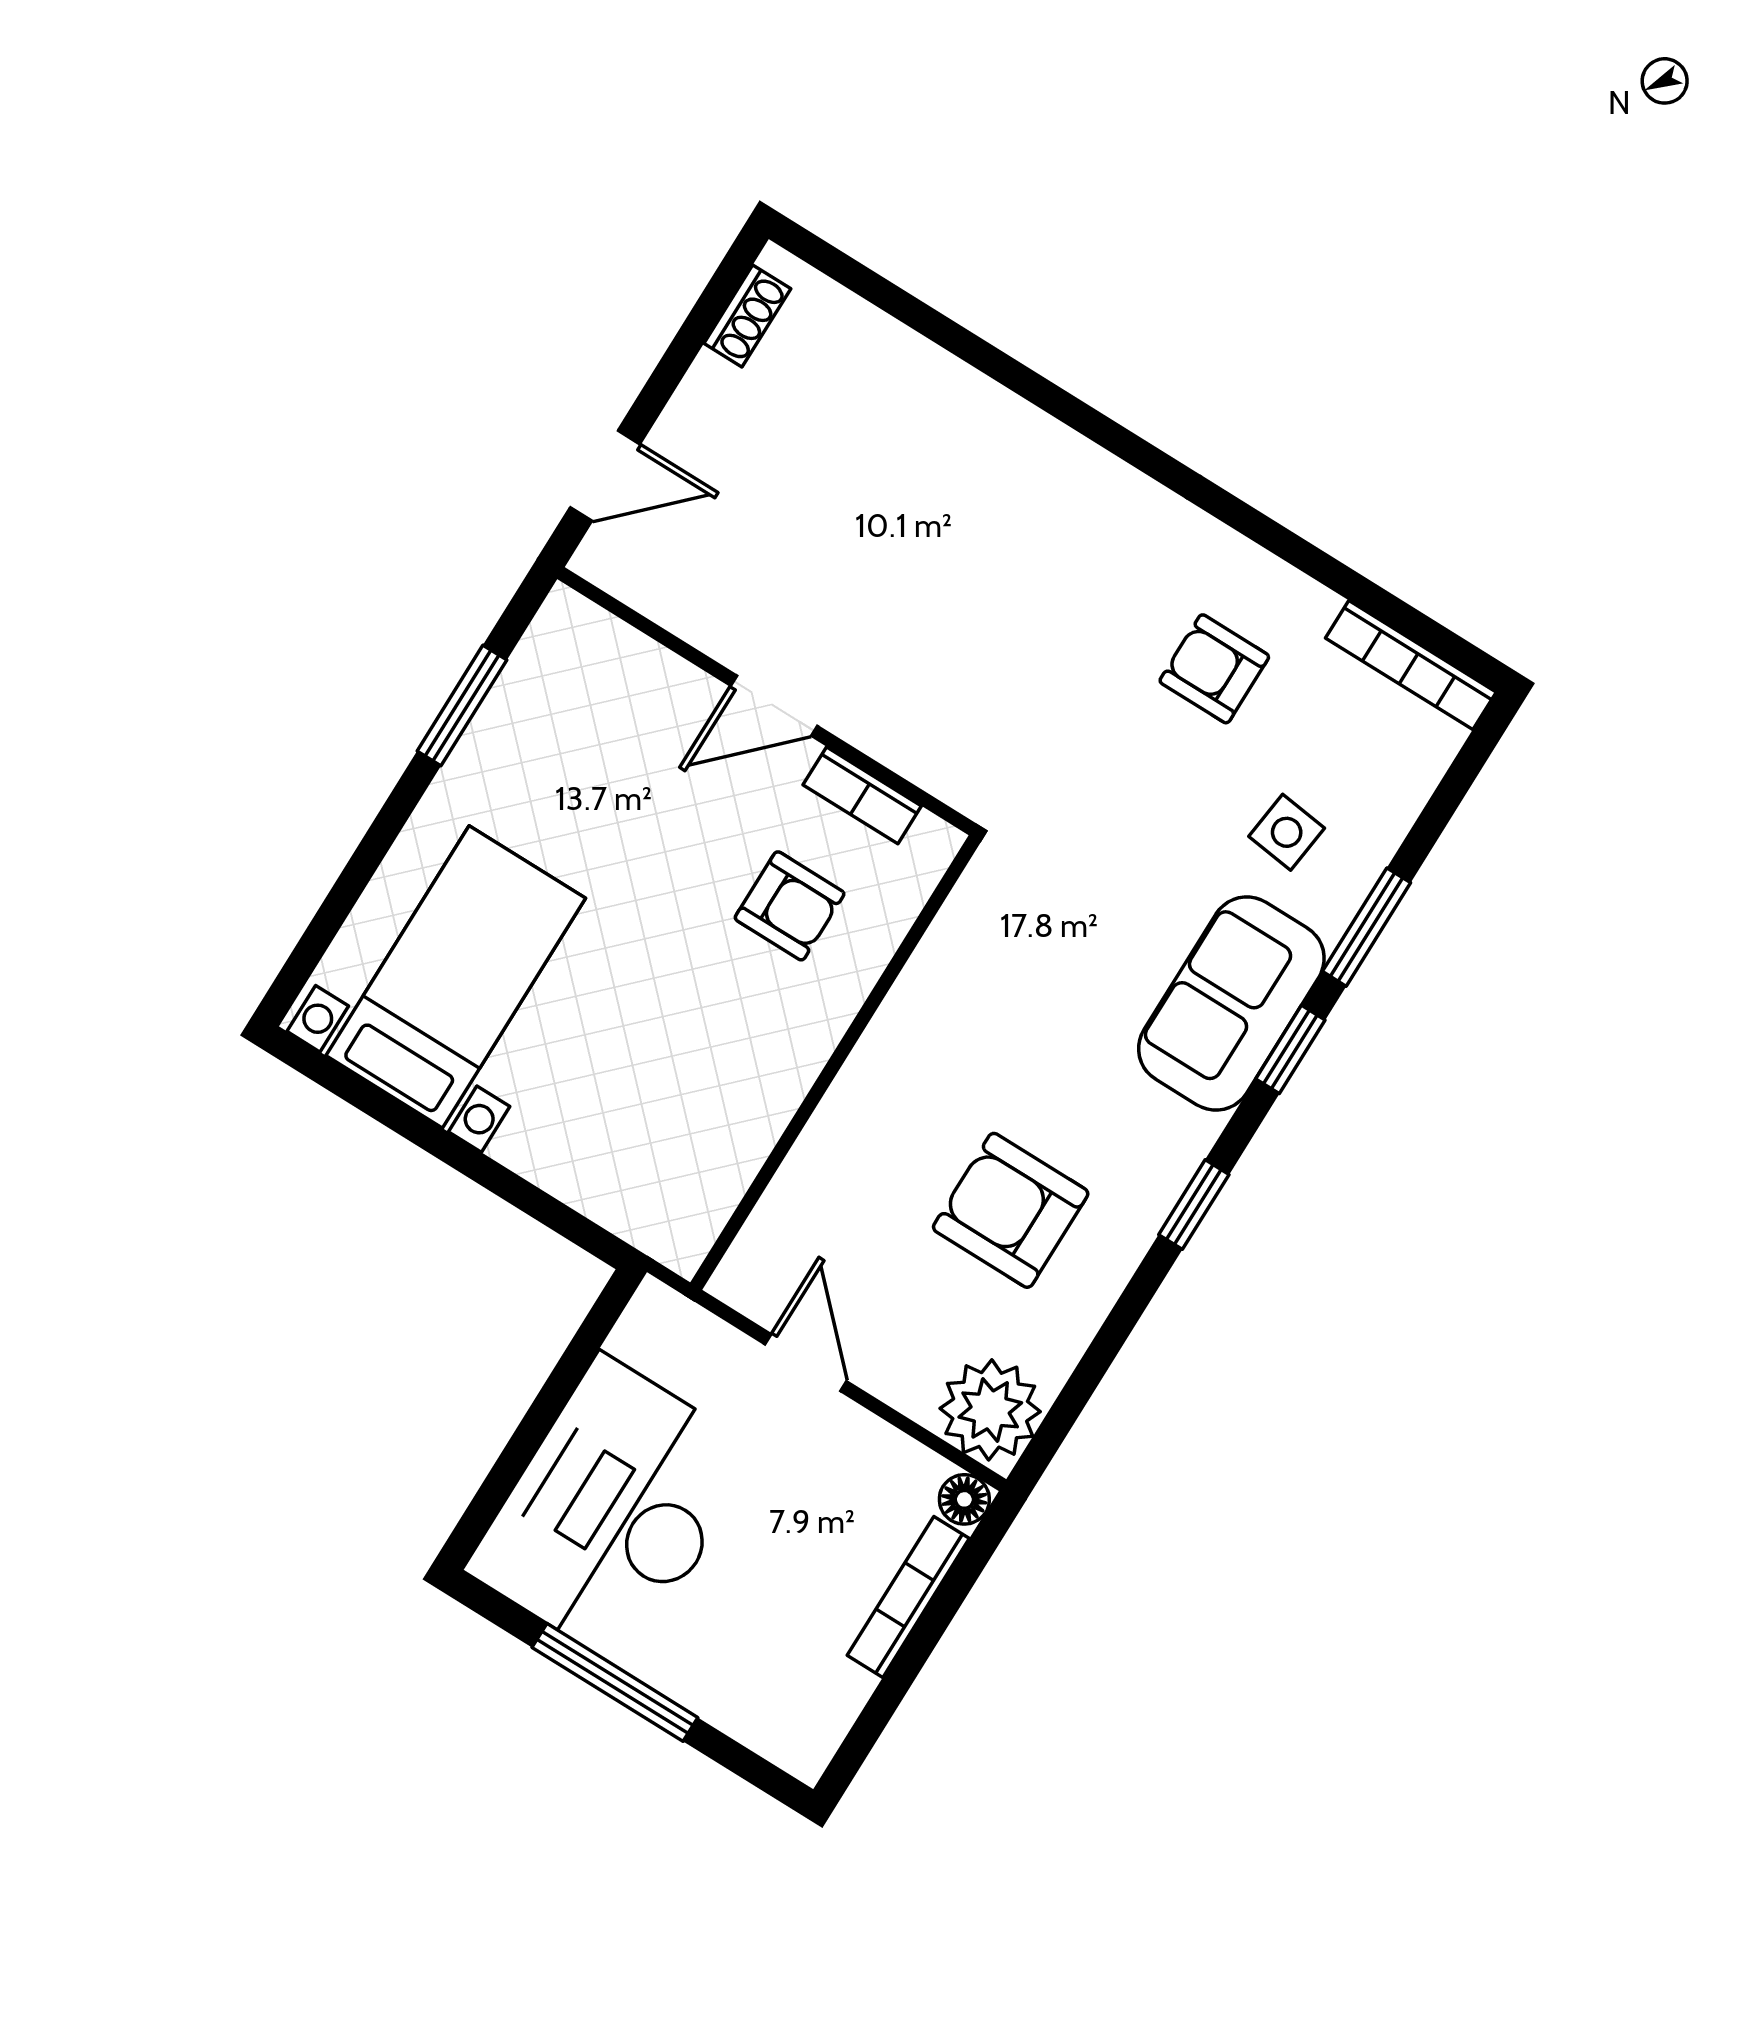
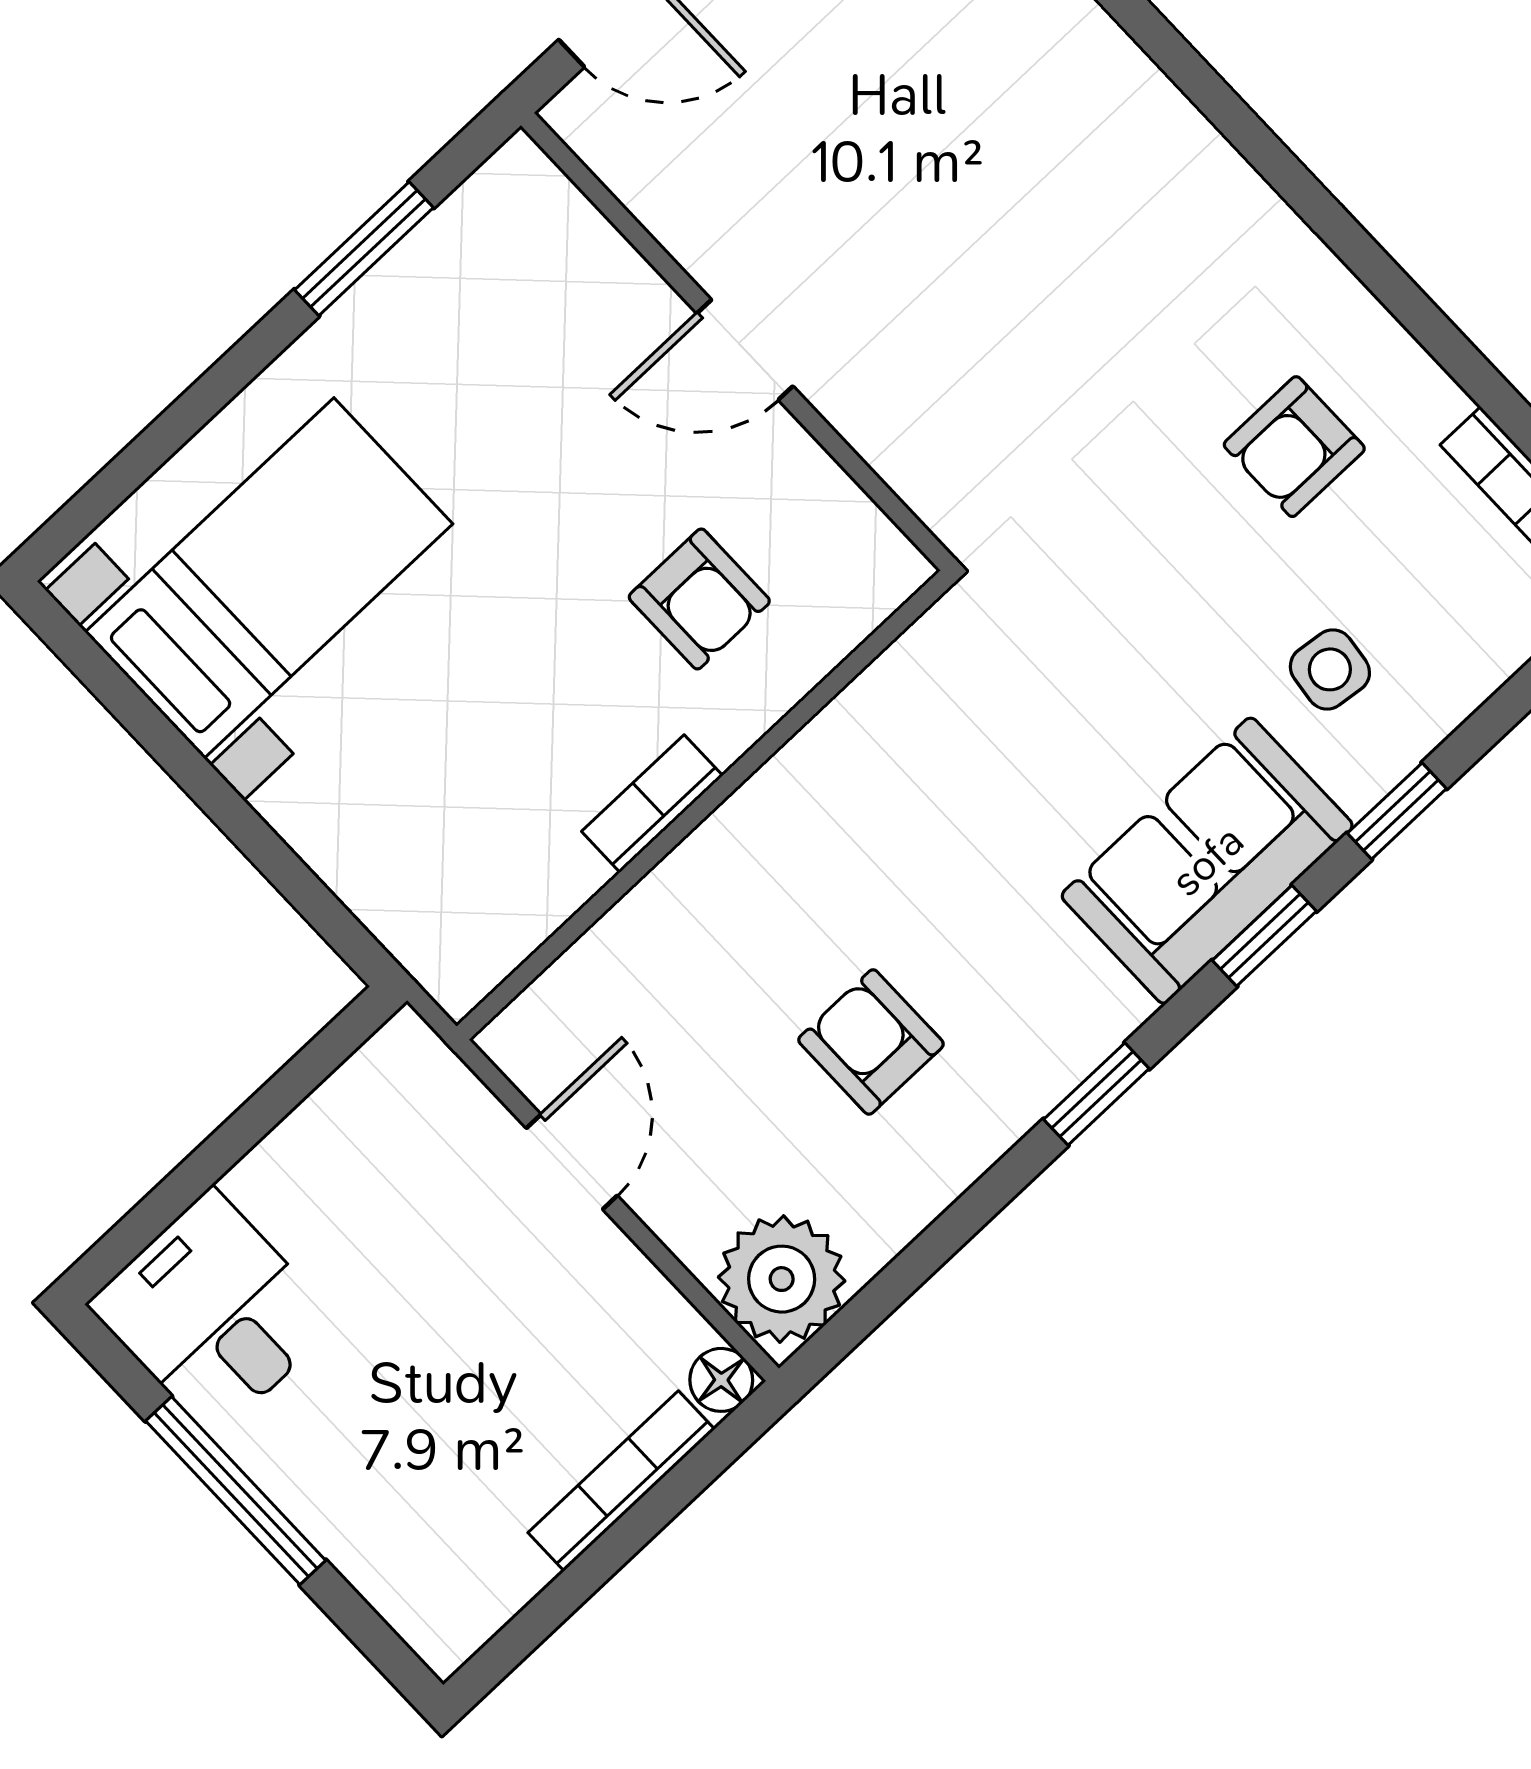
armchair: (1214, 669) -> (1294, 447), turned -90
bookcase: (862, 795) -> (652, 804), moved, turned 90
window: (1367, 927) -> (1397, 811), width x0.67
armchair: (1011, 1210) -> (871, 1042), width x0.72, depth x0.72
desk: (613, 1511) -> (213, 1313), width x0.53, depth x0.77

